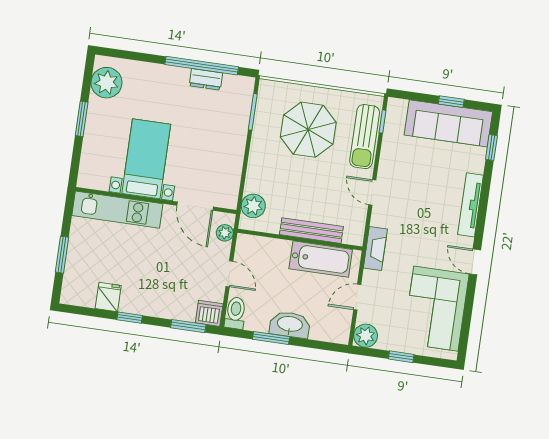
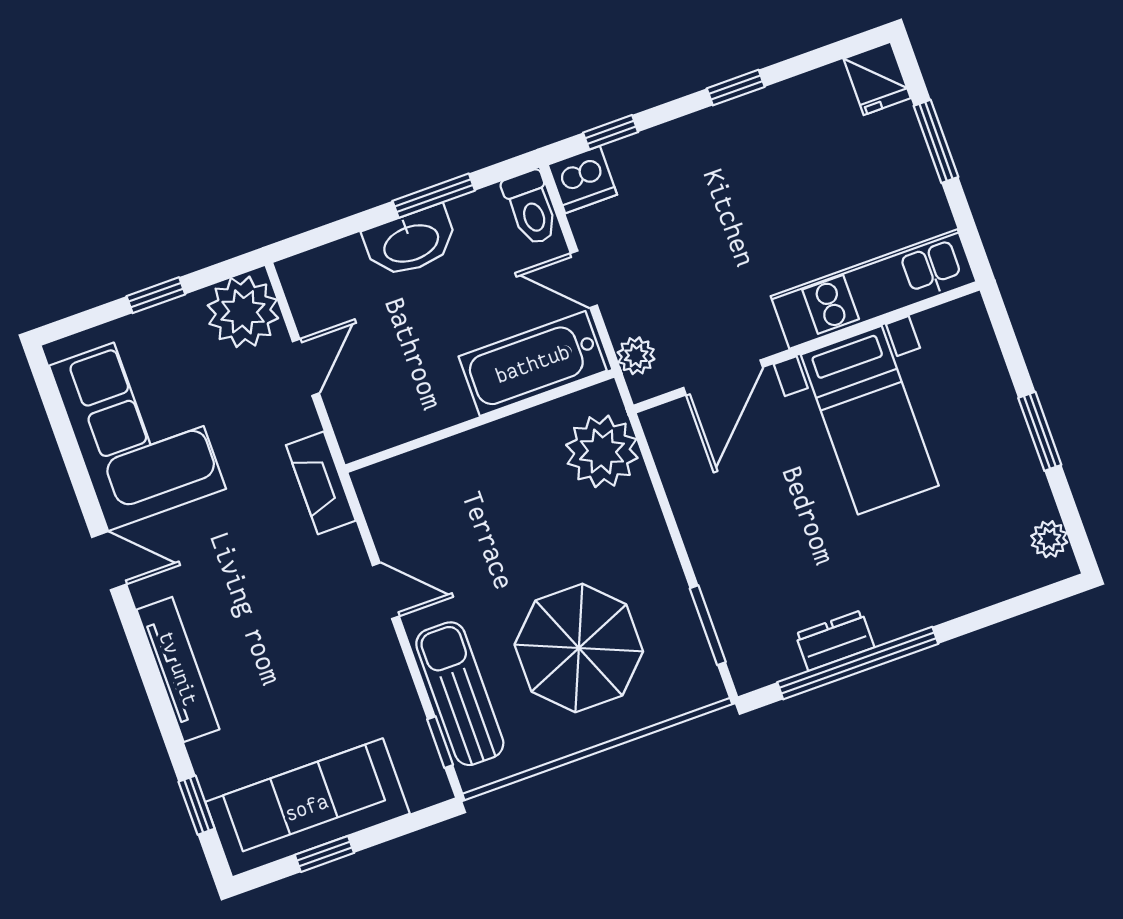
plant: (106, 83) -> (1049, 539), width x0.53, depth x0.53
door: (195, 206) -> (723, 377), swing flipped
plant: (253, 206) -> (602, 451), width x1.36, depth x1.36
bench: (311, 231) -> (467, 451), removed
bathtub: (321, 259) -> (533, 364), moved
fridge: (108, 297) -> (877, 78), moved
window: (188, 326) -> (611, 132), width x0.67
plant: (366, 336) -> (243, 312), width x1.36, depth x1.36

